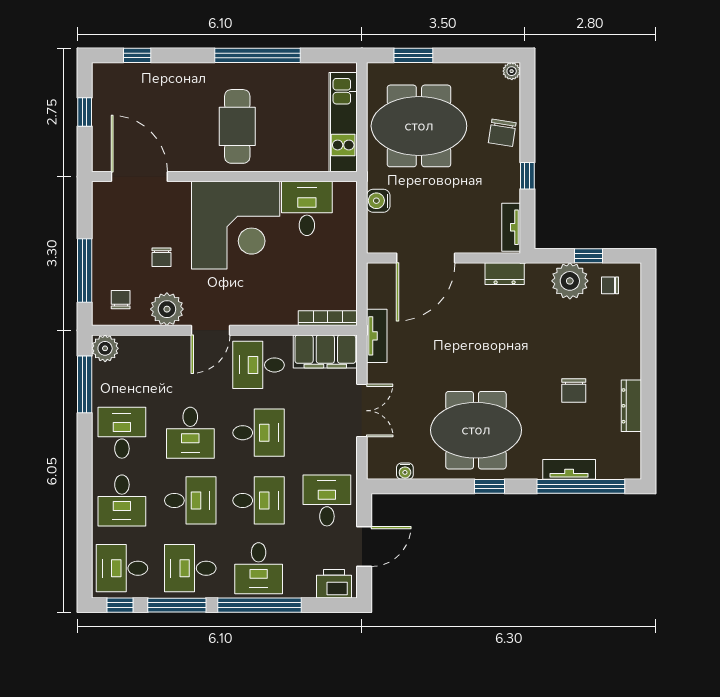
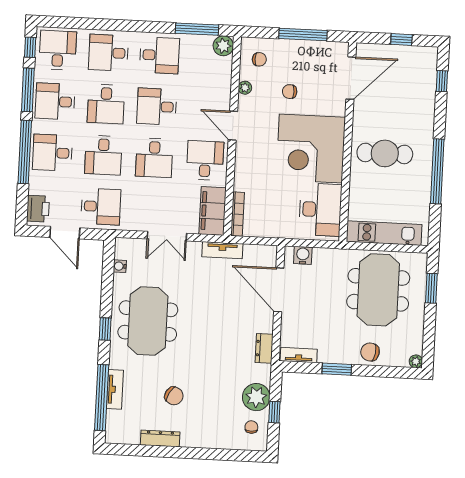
window: (527, 176) -> (337, 369), width x1.50
water cooler: (378, 201) -> (303, 255), moved
desk: (307, 208) -> (320, 210), width x1.37
window: (85, 270) -> (303, 34), moved
plant: (167, 309) -> (245, 88), width x0.53, depth x0.53
chair: (574, 390) -> (174, 396), turned -151
desk: (190, 568) -> (55, 101), turned -90

